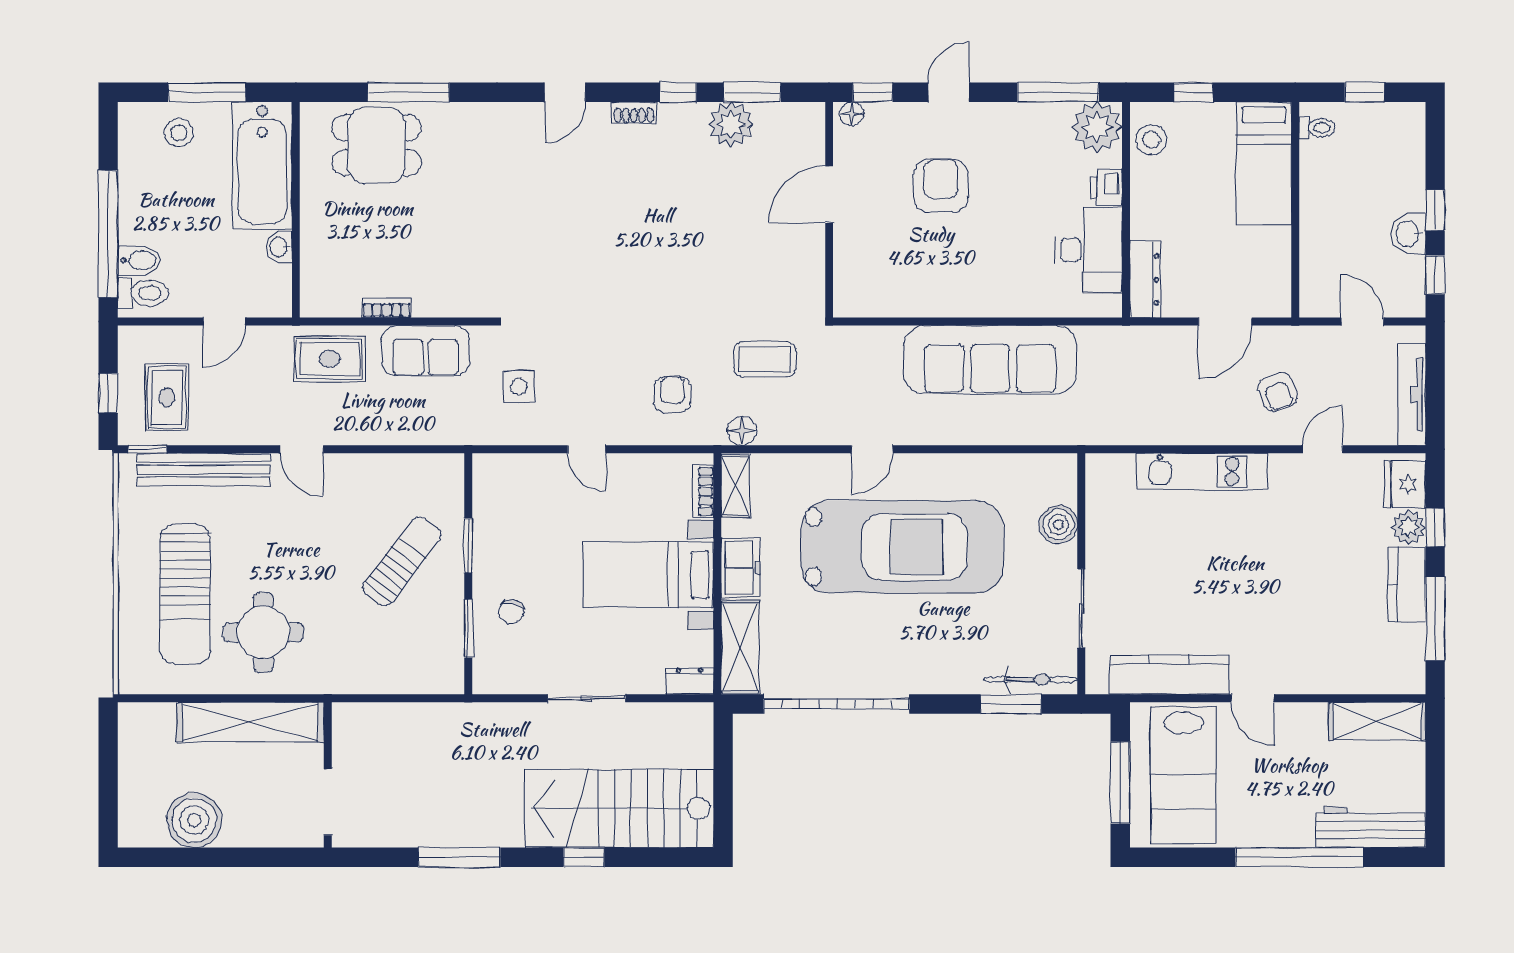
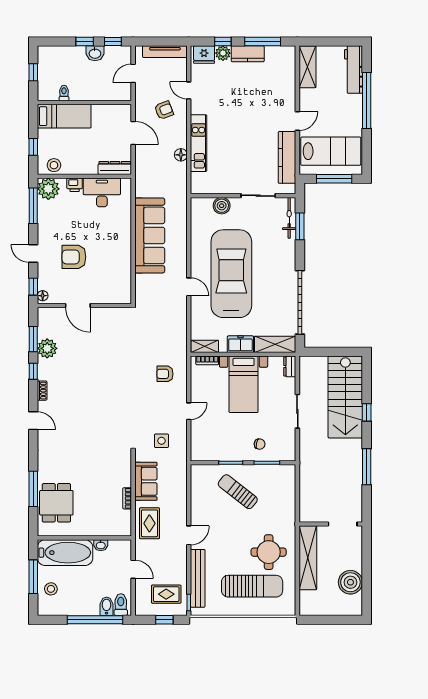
toilet: (1317, 128) -> (64, 93), moved
coffee table: (765, 359) -> (150, 334), removed
floor lamp: (742, 431) -> (181, 155), moved

